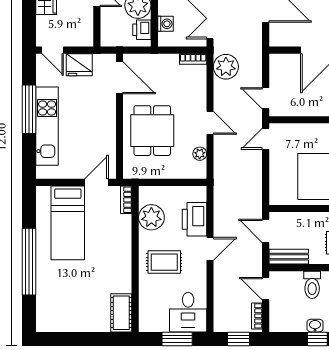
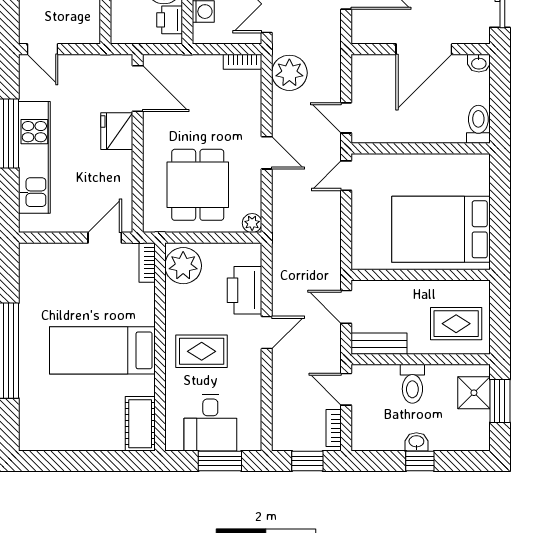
fridge: (79, 65) -> (117, 131), moved, turned 90
dining table: (152, 131) -> (198, 185), moved
plant: (200, 154) -> (252, 223), moved
plant: (151, 217) -> (183, 266), moved
bed: (68, 223) -> (102, 350), moved, turned 90
desk: (188, 312) -> (210, 423), moved

